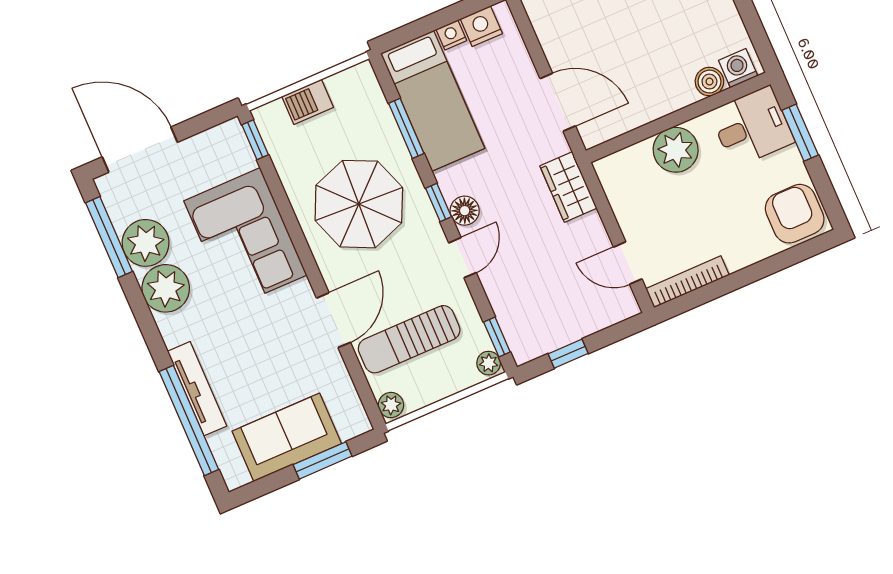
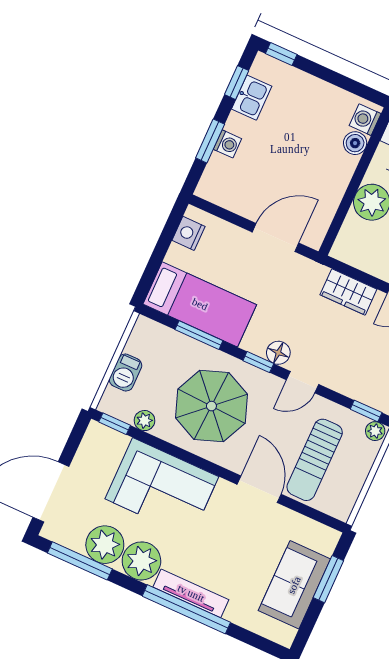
nightstand: (451, 35) -> (175, 255), removed
wardrobe: (568, 187) -> (348, 292), moved
door: (462, 258) -> (303, 382), swing flipped
tv unit: (197, 389) -> (191, 593), moved
plant: (391, 405) -> (144, 421), moved
window: (189, 421) -> (186, 609), moved

